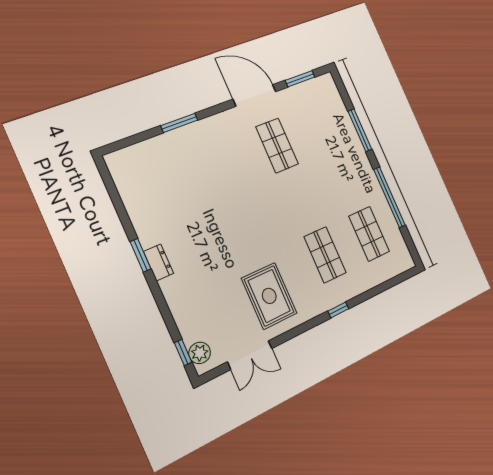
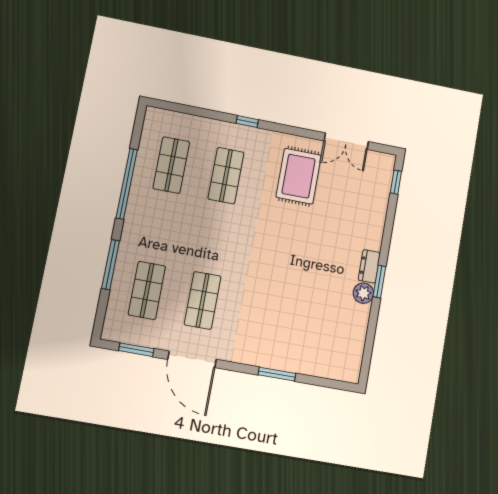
shop shelf: (322, 127) -> (147, 290), added
plant: (200, 353) -> (363, 293), moved
double door: (250, 355) -> (346, 141), swing flipped

